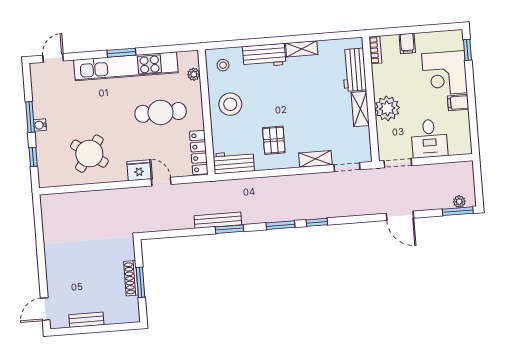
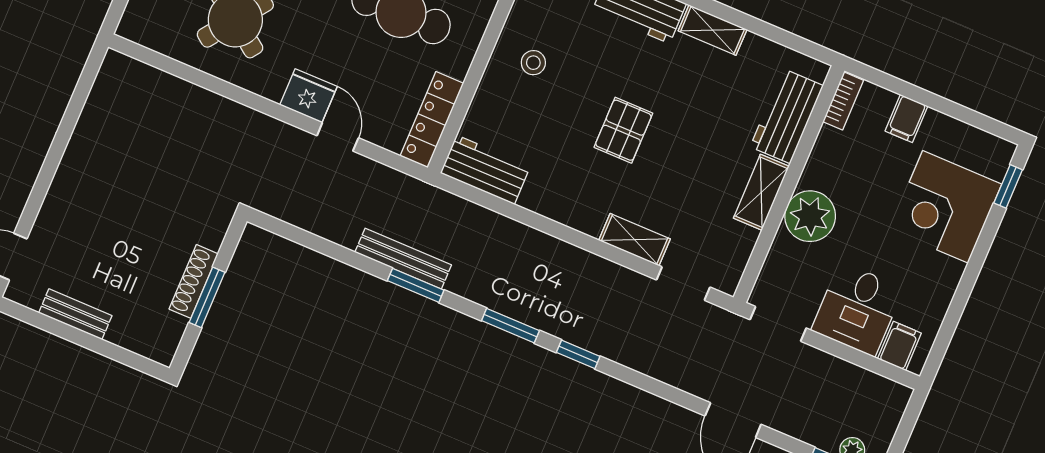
filing cabinet: (458, 103) -> (899, 346), moved, turned 90
stool: (230, 104) -> (533, 63), width x0.53, depth x0.53
pallet: (274, 140) -> (623, 130), moved

